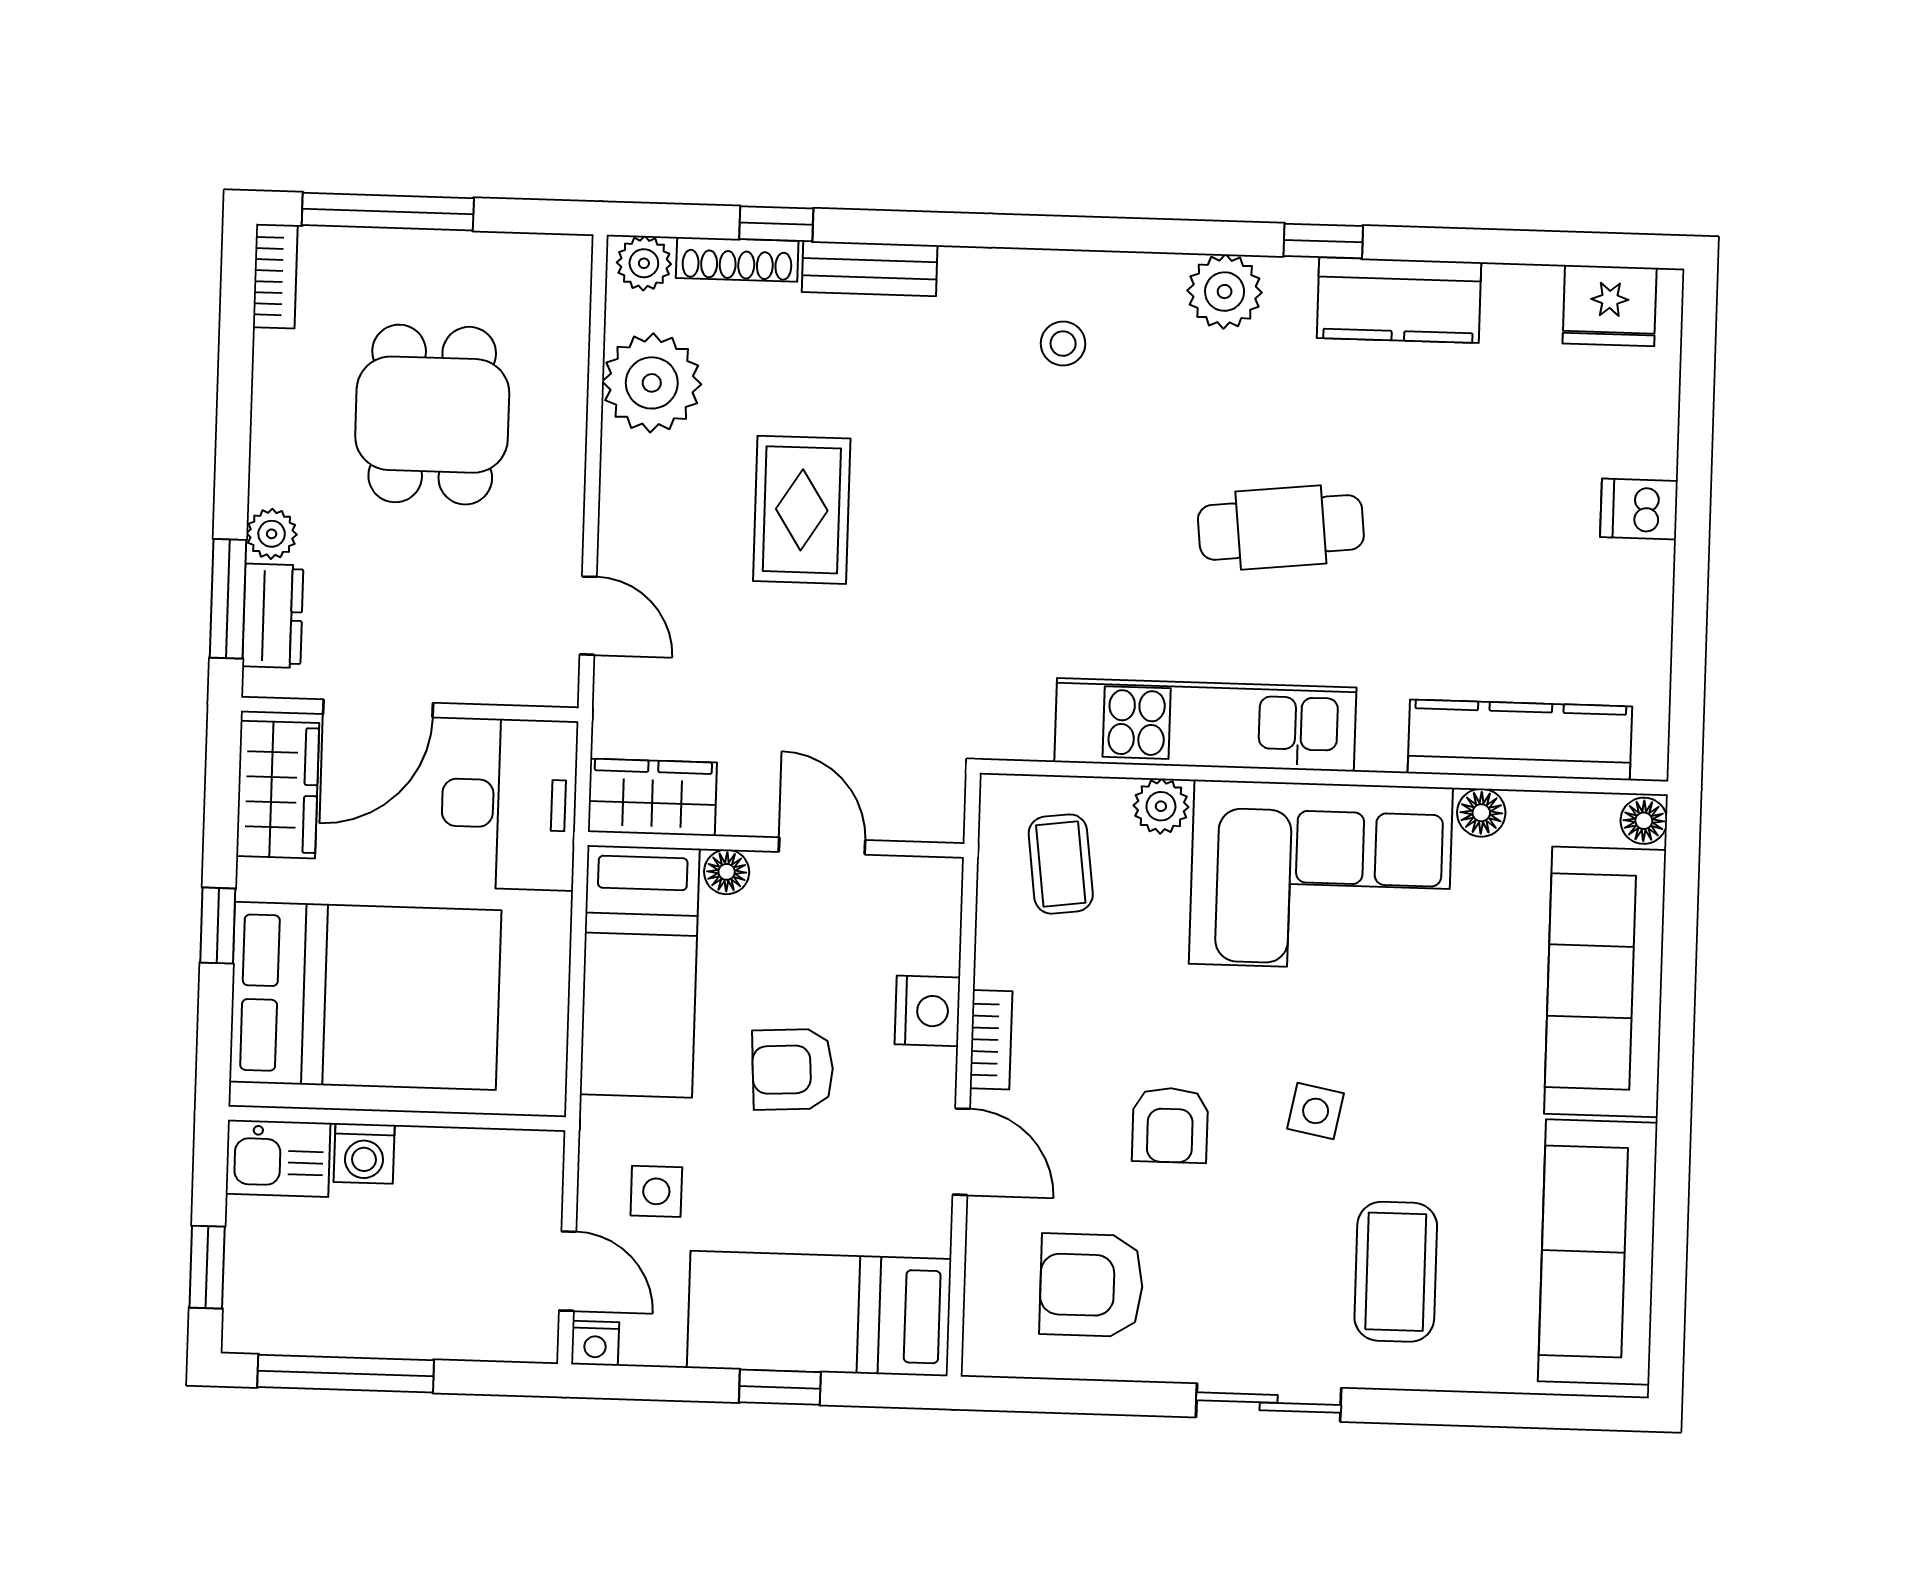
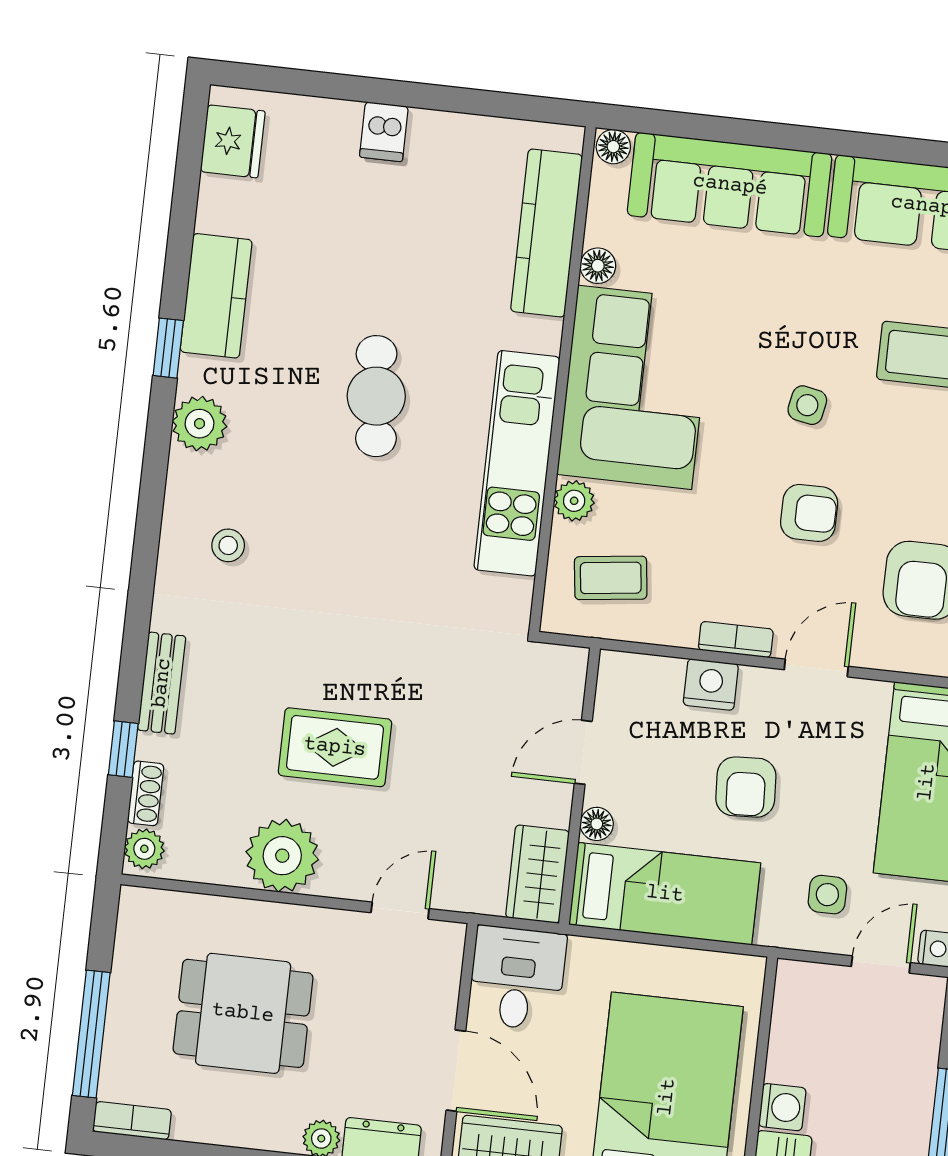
shoe rack: (737, 259) -> (146, 793), width x0.70
plant: (652, 383) -> (282, 856), moved
desk: (509, 804) -> (517, 978), width x0.73

